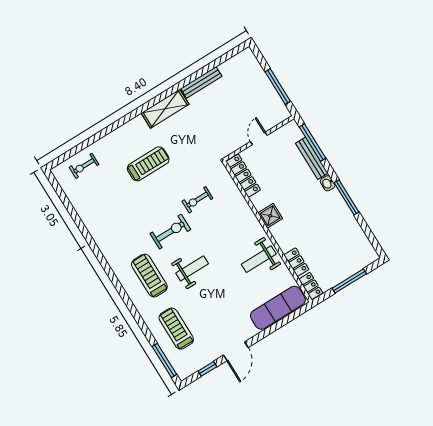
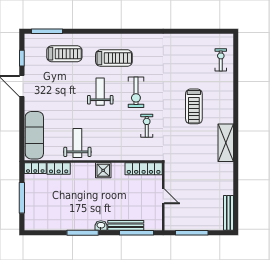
bench: (201, 82) -> (228, 213), moved
weight bench: (192, 268) -> (100, 92), turned 180

